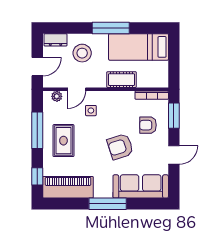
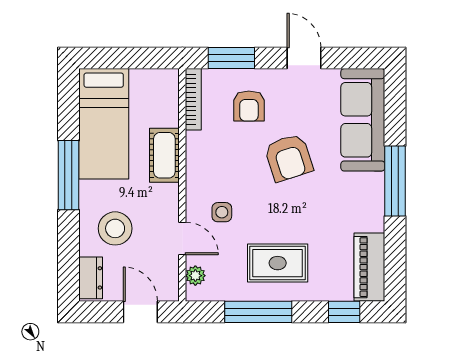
piano: (68, 187) -> (369, 267), width x0.73, depth x0.75

